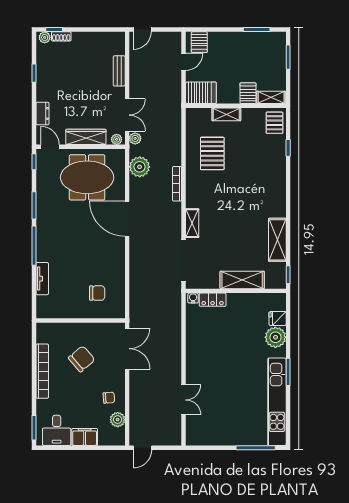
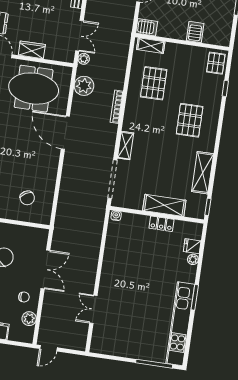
server rack: (201, 93) -> (147, 27), width x0.73, depth x0.70
shelving: (271, 97) -> (216, 39), removed
shelving: (226, 114) -> (151, 46), moved
wardrobe: (86, 137) -> (32, 50), width x0.67
plant: (117, 139) -> (66, 57), removed
pallet: (256, 187) -> (190, 120), added
chair: (97, 293) -> (27, 198), turned 59
locker: (213, 300) -> (162, 224), moved
plant: (275, 337) -> (193, 259), width x0.53, depth x0.53
double door: (127, 349) -> (45, 269), moved
double door: (184, 400) -> (93, 309), swing flipped

